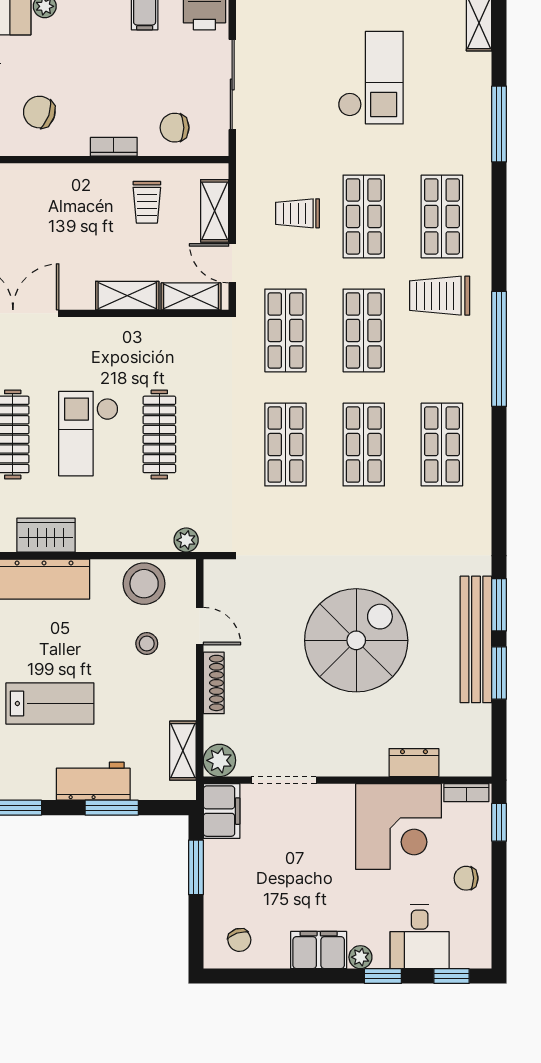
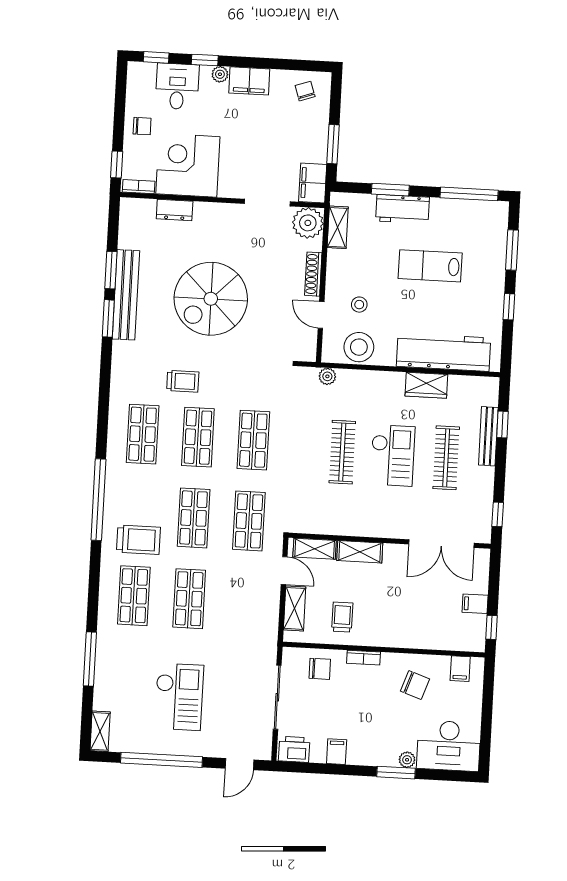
checkout: (371, 78) -> (179, 697), turned 180
trolley: (297, 213) -> (183, 381), moved
plant: (219, 760) -> (308, 223), width x1.36, depth x1.36

